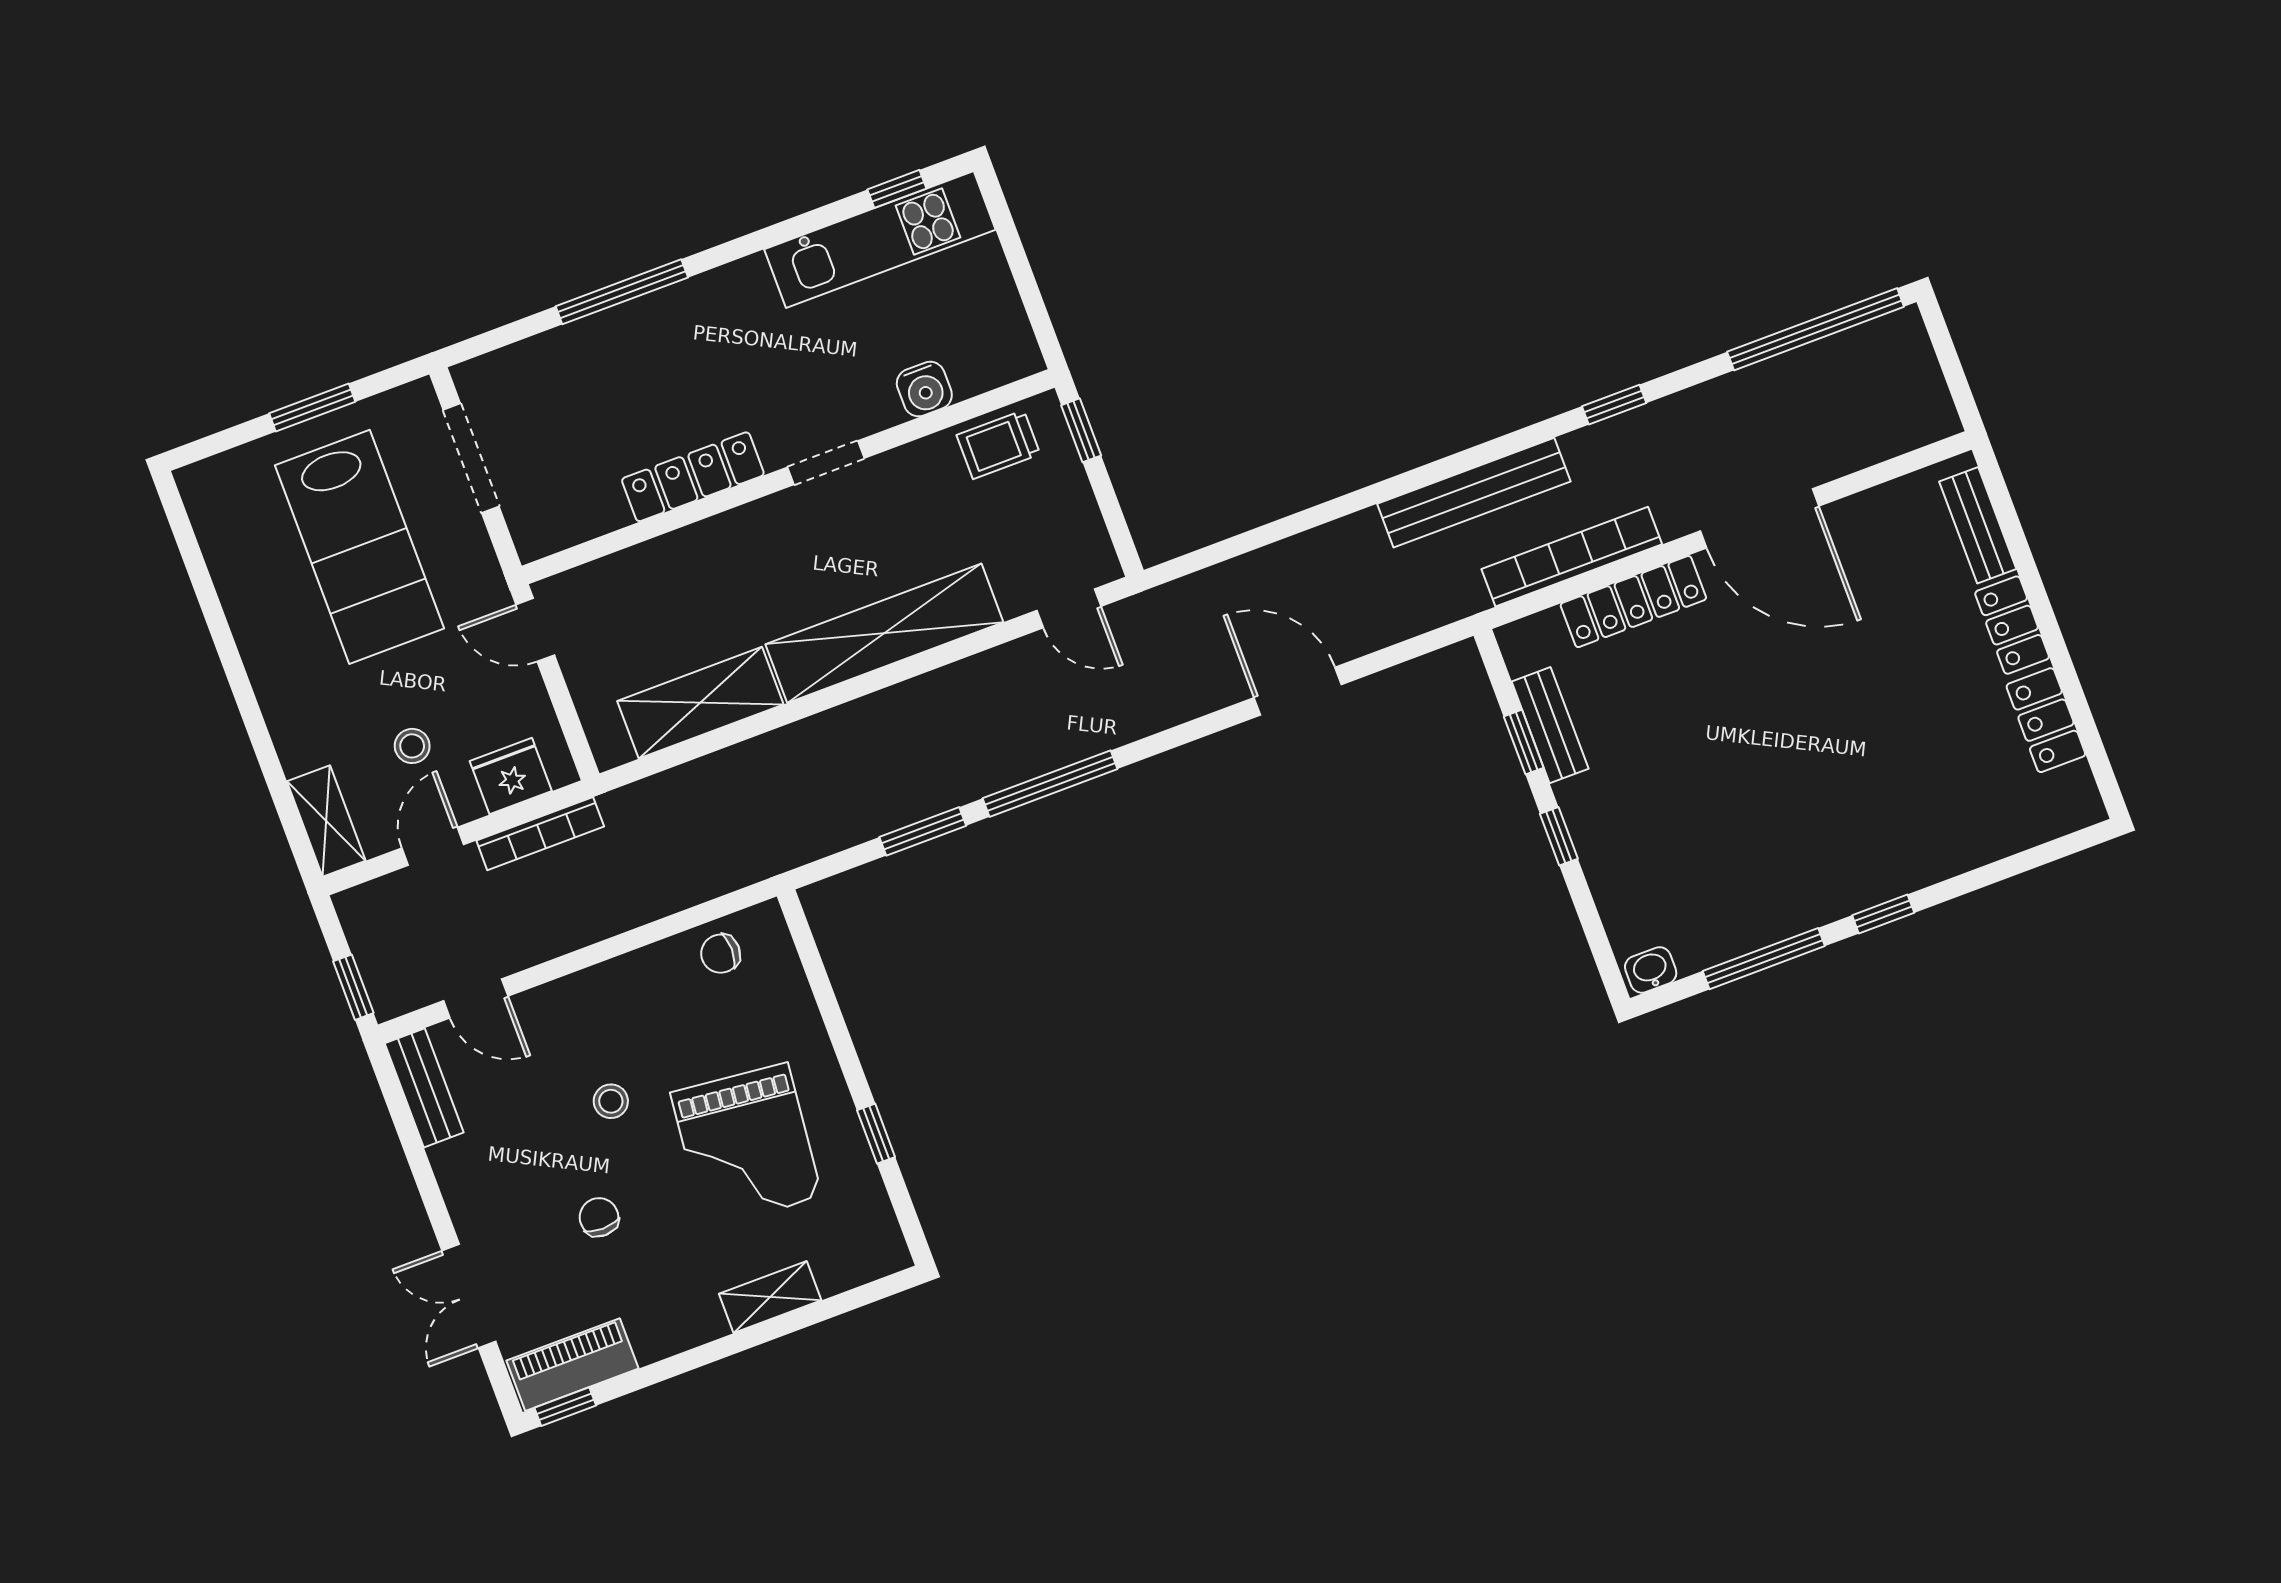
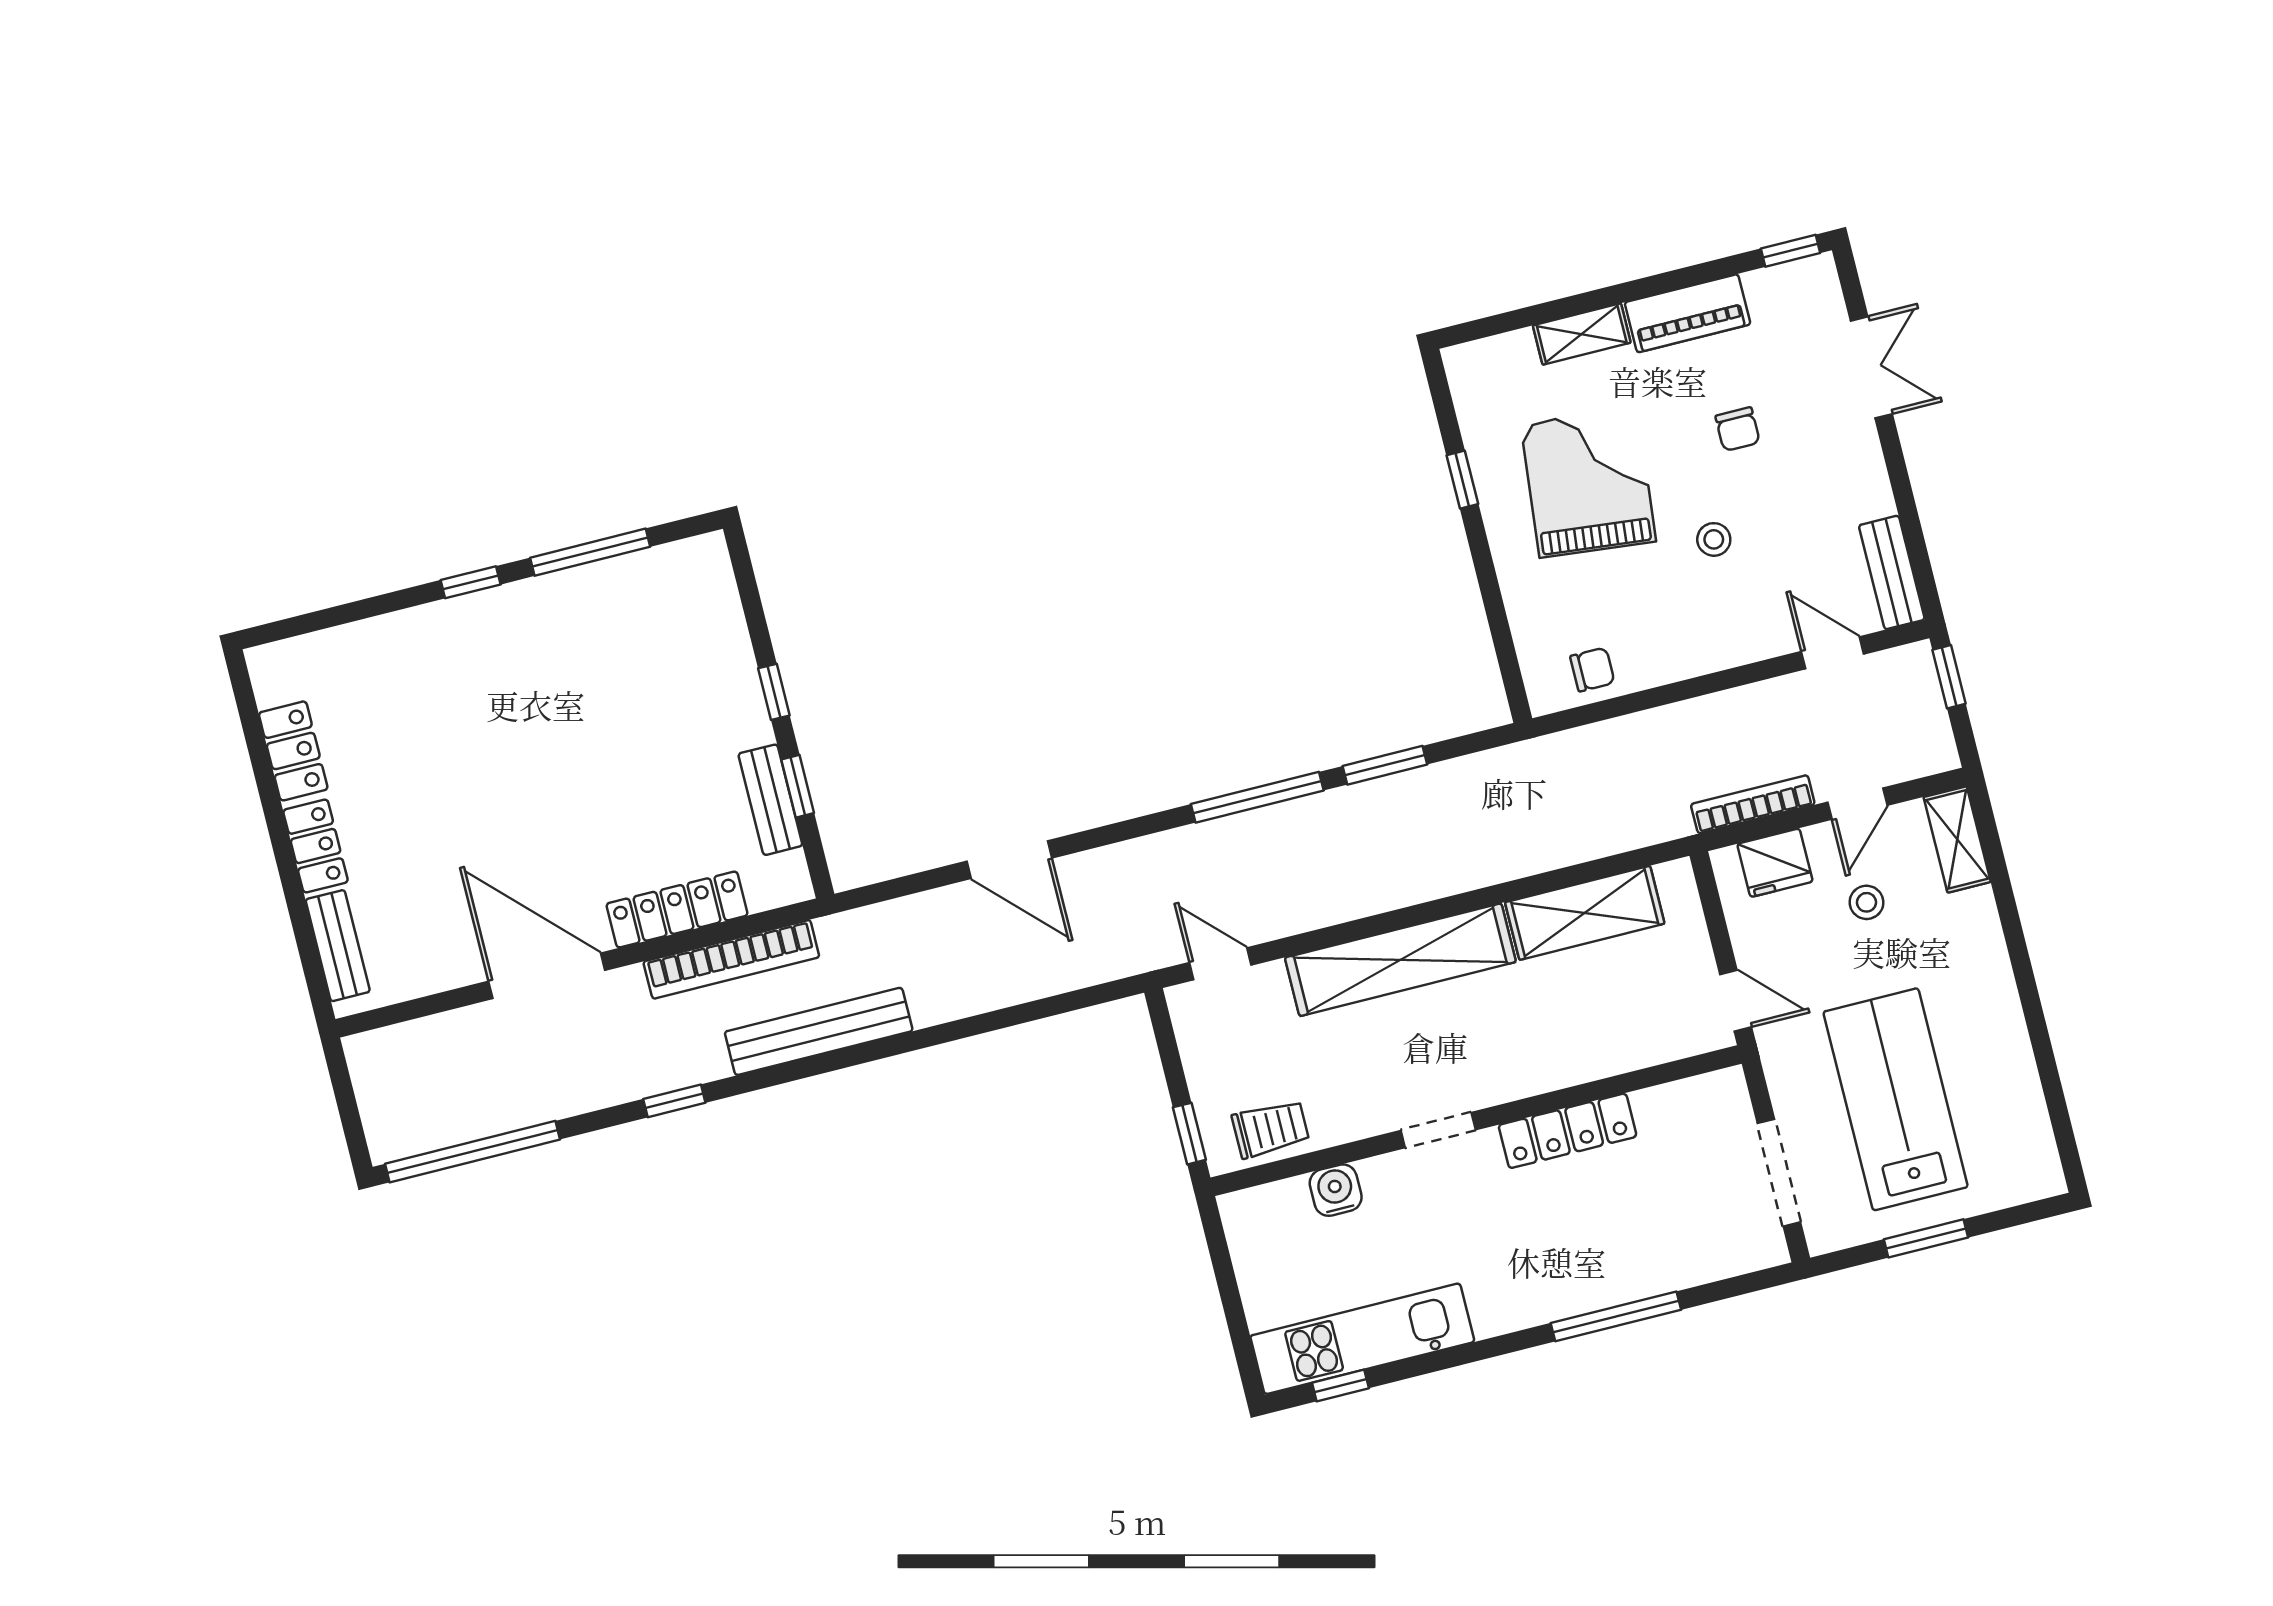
washbasin: (1651, 970) -> (700, 554), removed
piano: (573, 1365) -> (1688, 313), moved

